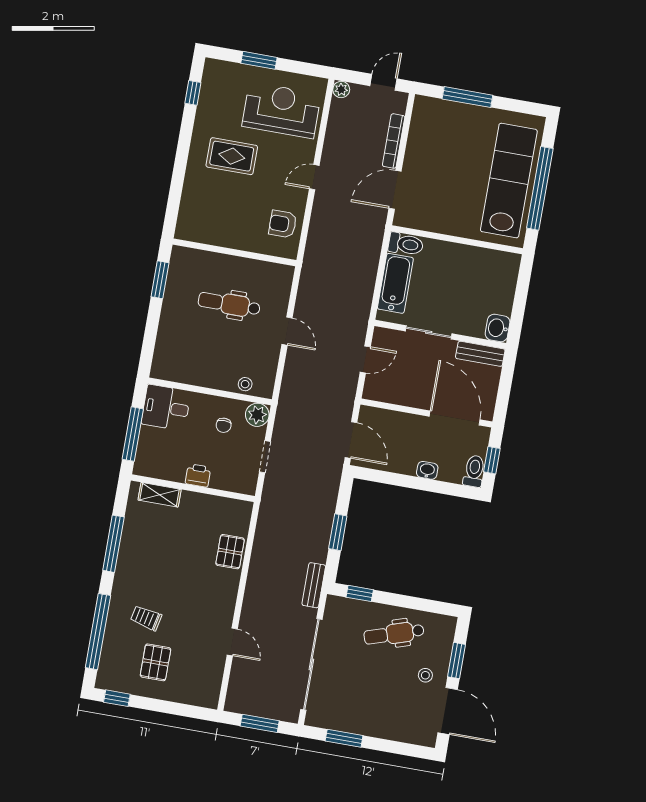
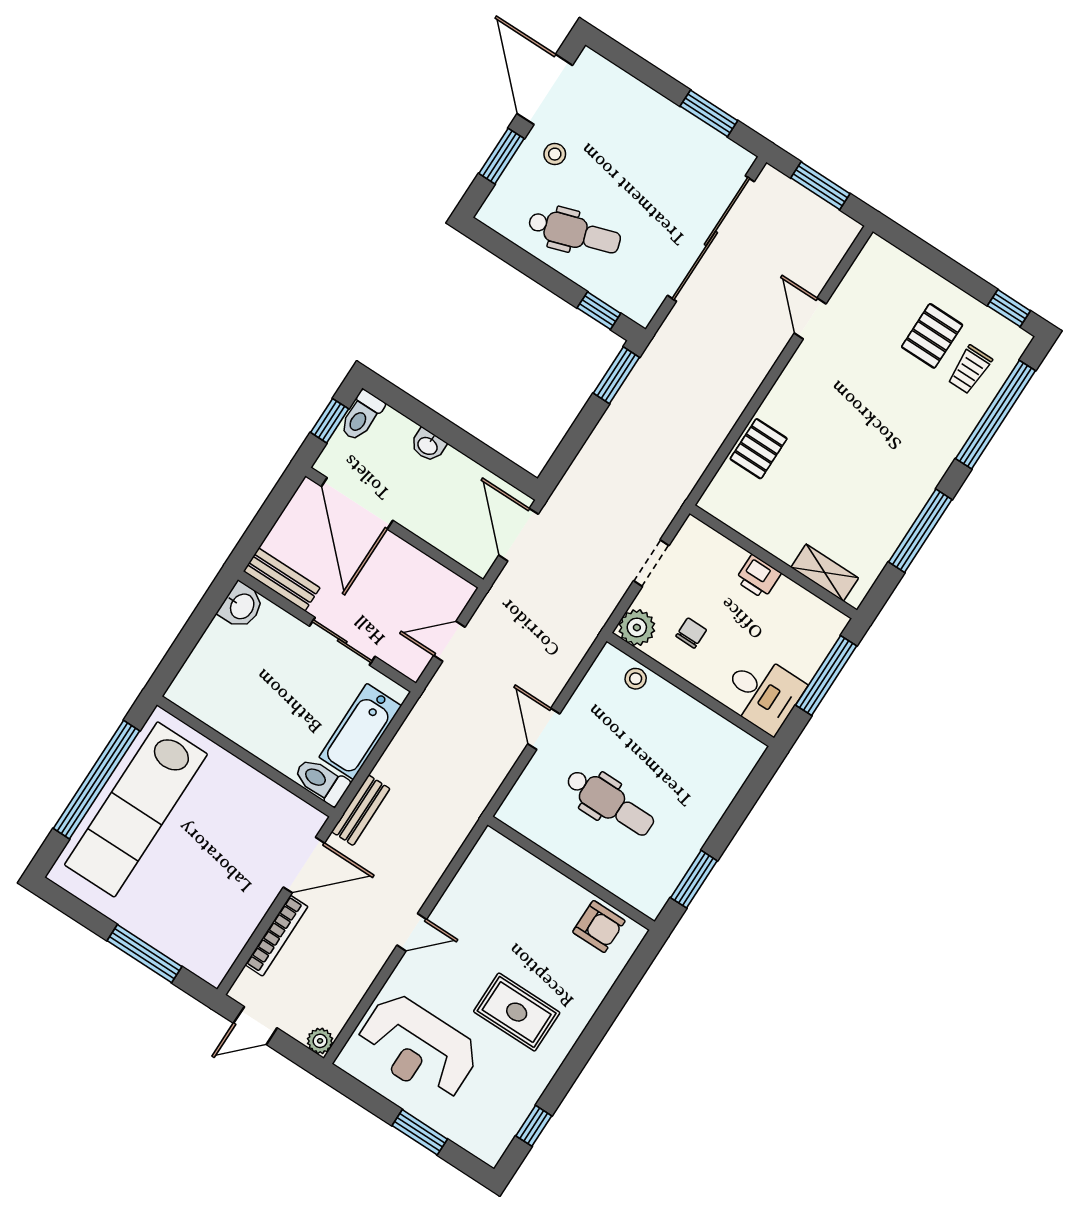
armchair: (283, 224) -> (599, 926), moved
window: (338, 532) -> (616, 375), moved
bench: (314, 585) -> (361, 810), moved
trolley: (146, 618) -> (970, 370), moved, turned 78

